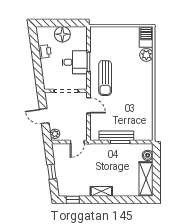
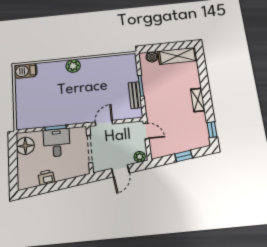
floor lamp: (62, 34) -> (25, 146), moved
plant: (146, 55) -> (73, 66), moved
sun lounger: (105, 78) -> (72, 108), removed
bench: (116, 136) -> (135, 95), width x0.73

